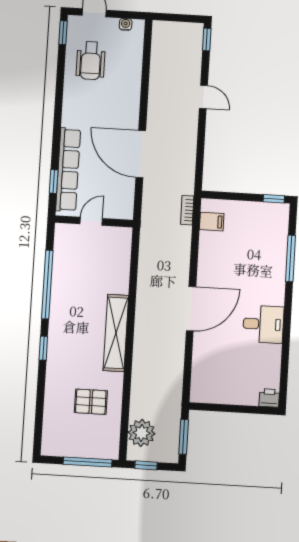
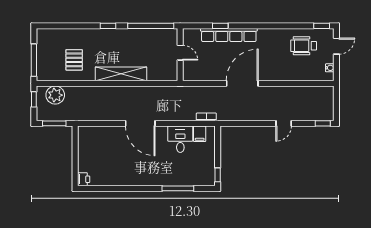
door: (91, 221) -> (180, 53), moved
wall: (94, 221) -> (180, 55), moved
desk: (263, 324) -> (180, 139), moved, turned 180

